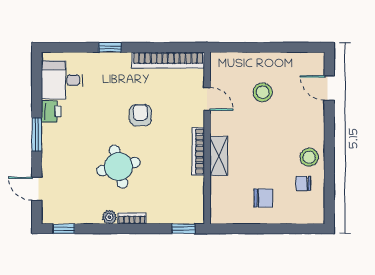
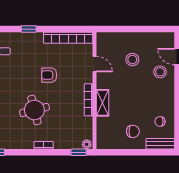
armchair: (140, 115) -> (49, 75), turned -90
stool: (309, 157) -> (160, 72), moved
bench: (304, 216) -> (160, 144), added
plant: (109, 217) -> (87, 144), moved

